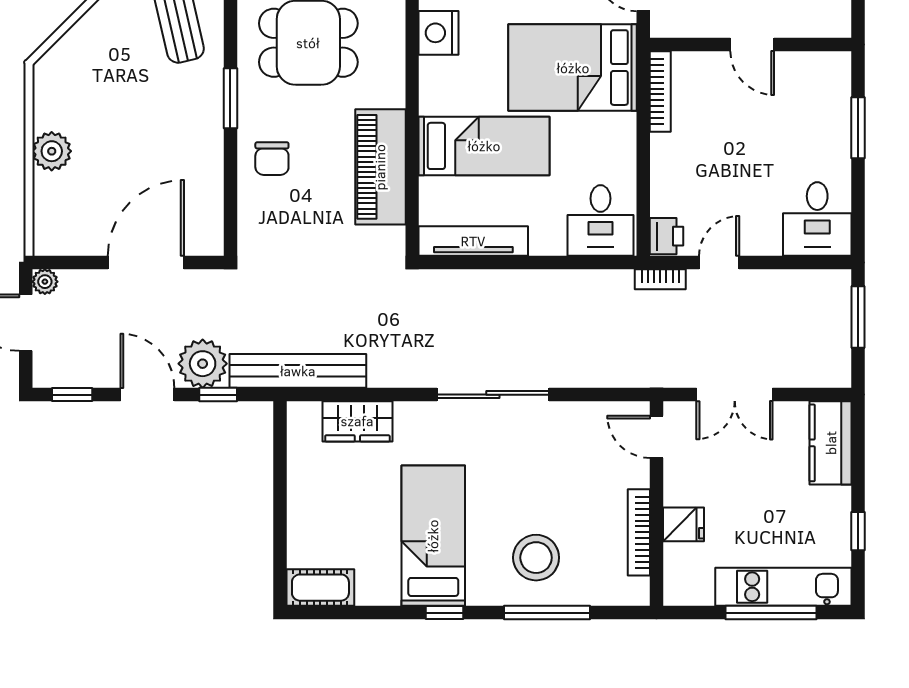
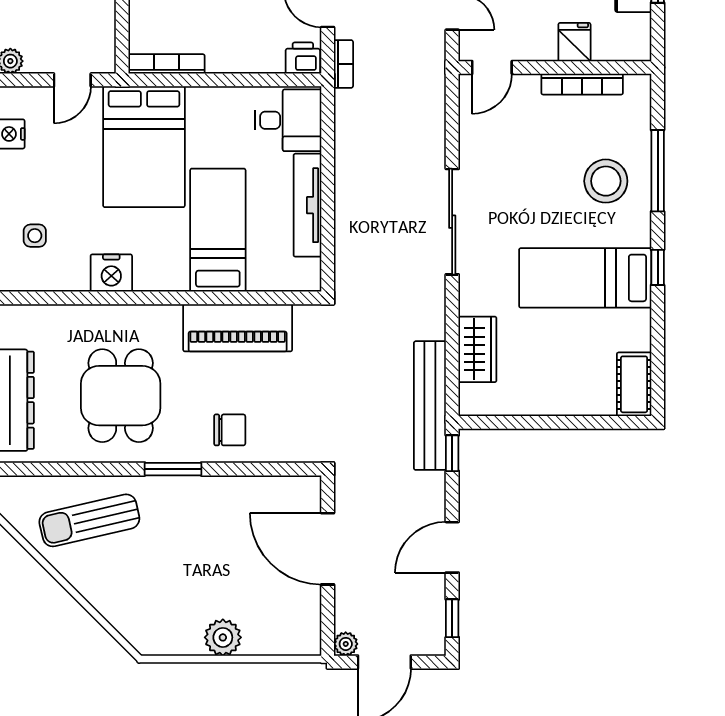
tv unit: (473, 241) -> (307, 205), moved
plant: (203, 364) -> (423, 495), removed
window: (218, 395) -> (452, 453), moved

